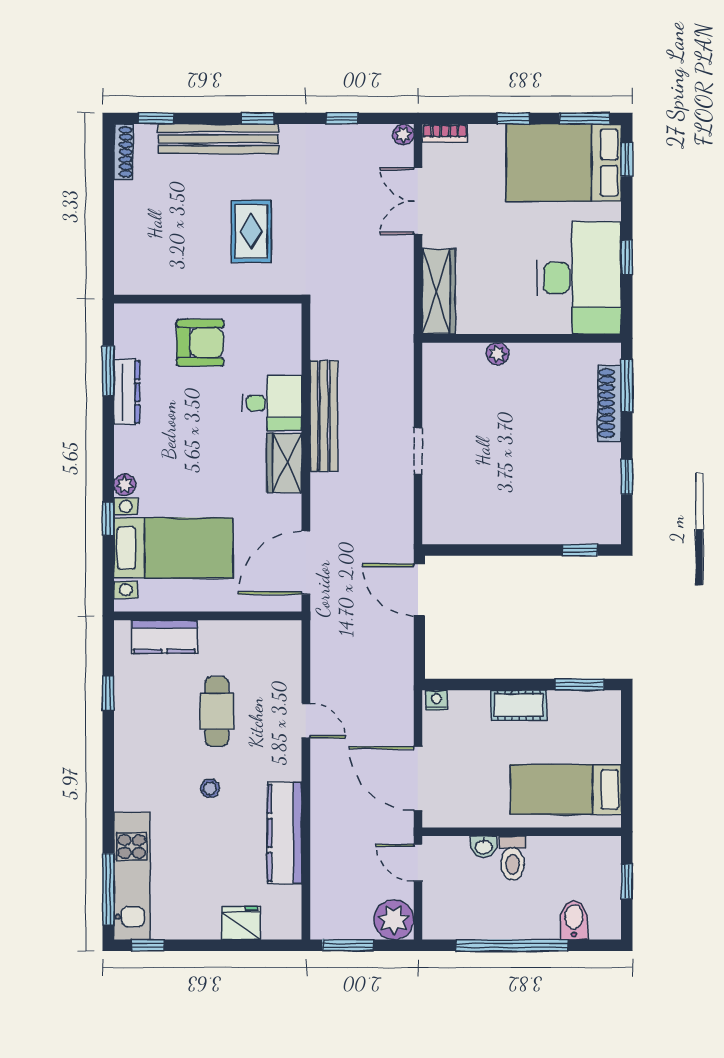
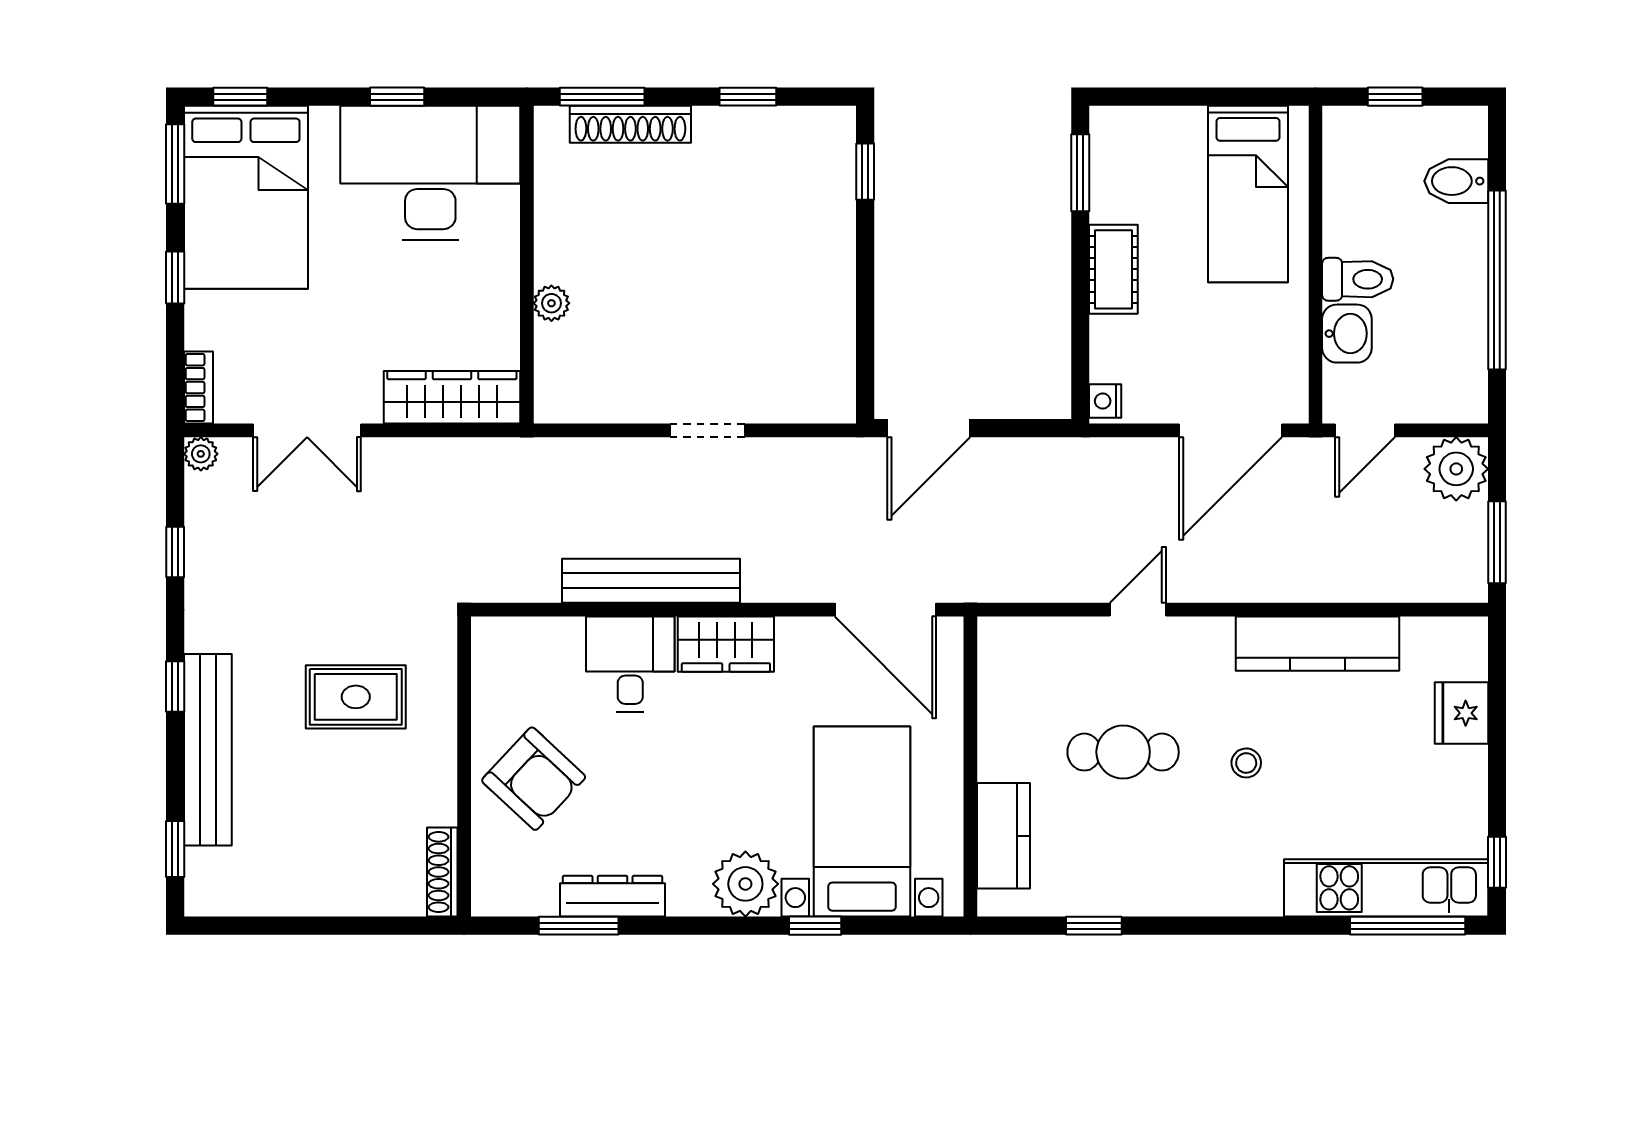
shoe rack: (123, 152) -> (442, 872), moved, turned -90
armchair: (200, 343) -> (534, 779), turned 133
plant: (125, 485) -> (745, 884), width x1.88, depth x1.88
washbasin: (484, 847) -> (1347, 334), width x1.38, depth x1.45

